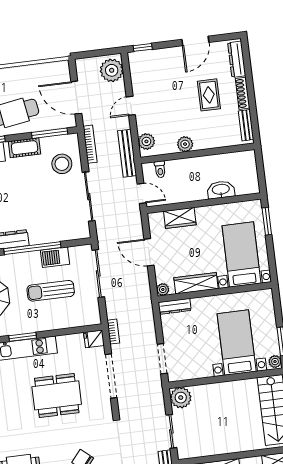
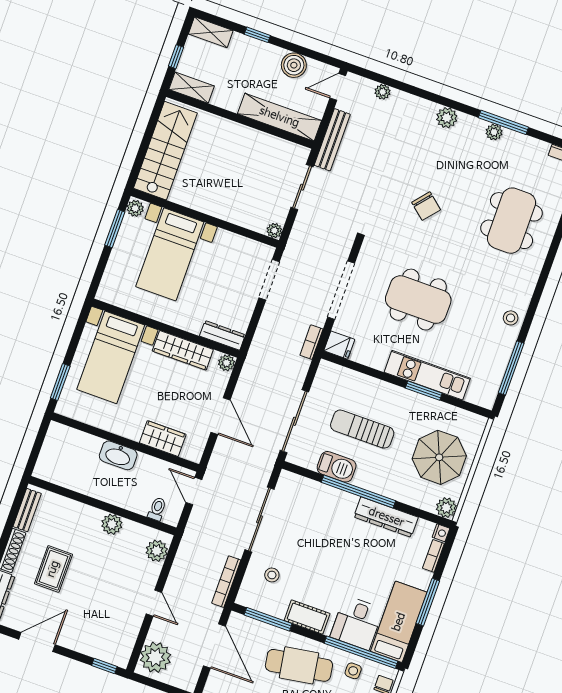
door: (131, 106) -> (154, 603), hinge flipped
bench: (127, 153) -> (187, 548), removed
stool: (62, 164) -> (272, 575), width x0.53, depth x0.53
washbasin: (221, 190) -> (118, 455), moved
sun lounger: (51, 291) -> (362, 429), turned 180
plant: (181, 398) -> (274, 231), width x0.53, depth x0.53

